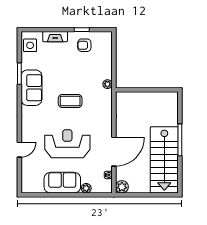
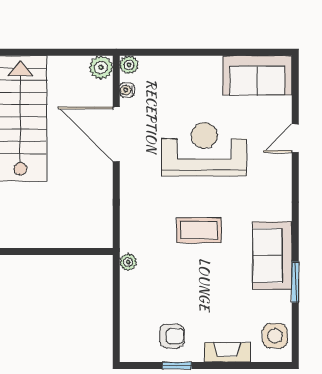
reception desk: (67, 144) -> (204, 149), turned 180
door: (114, 152) -> (116, 134), hinge flipped
sofa: (62, 183) -> (257, 75), moved
plant: (86, 188) -> (129, 65), moved

